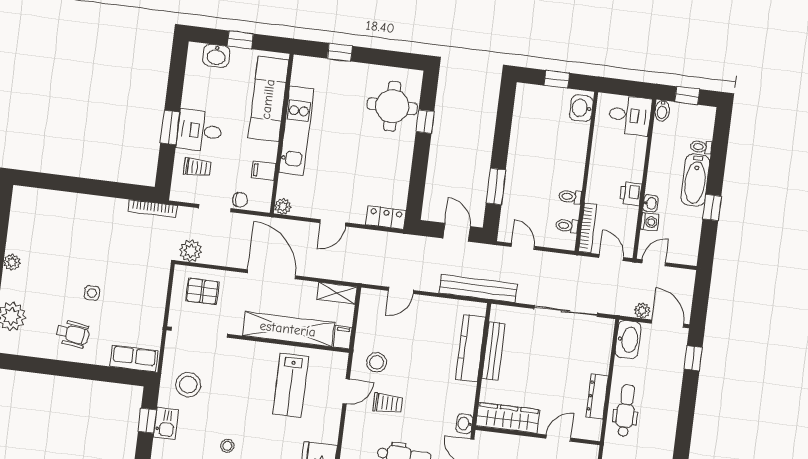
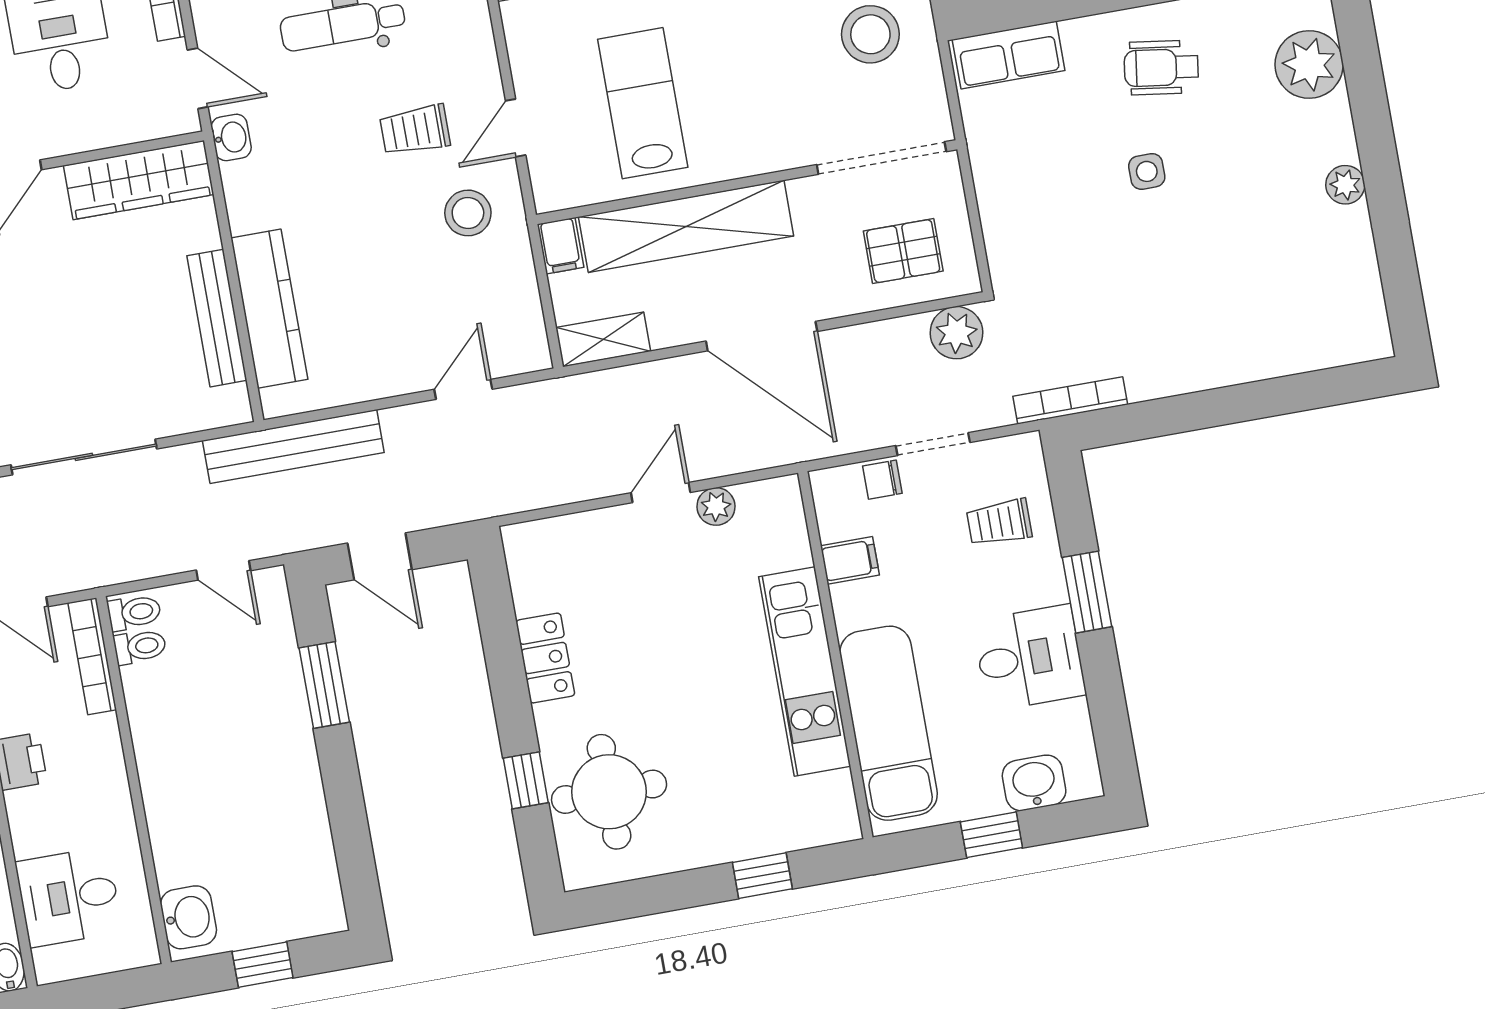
desk: (630, 115) -> (69, 897), moved
desk: (199, 131) -> (1029, 658), moved
toilet: (570, 197) -> (134, 612), moved
plant: (283, 206) -> (716, 506), moved
locker: (386, 218) -> (545, 658), moved, turned -90

